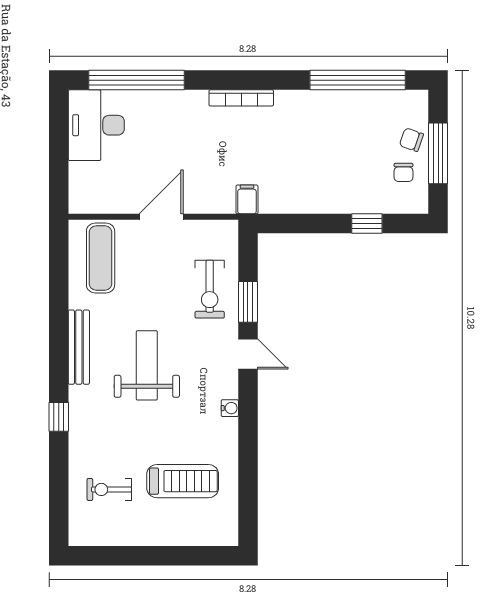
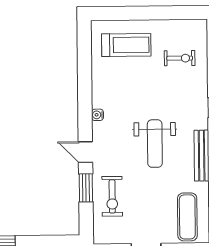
exercise bike: (210, 289) -> (112, 196), turned 180
treadmill: (183, 481) -> (126, 45), moved, turned 180

